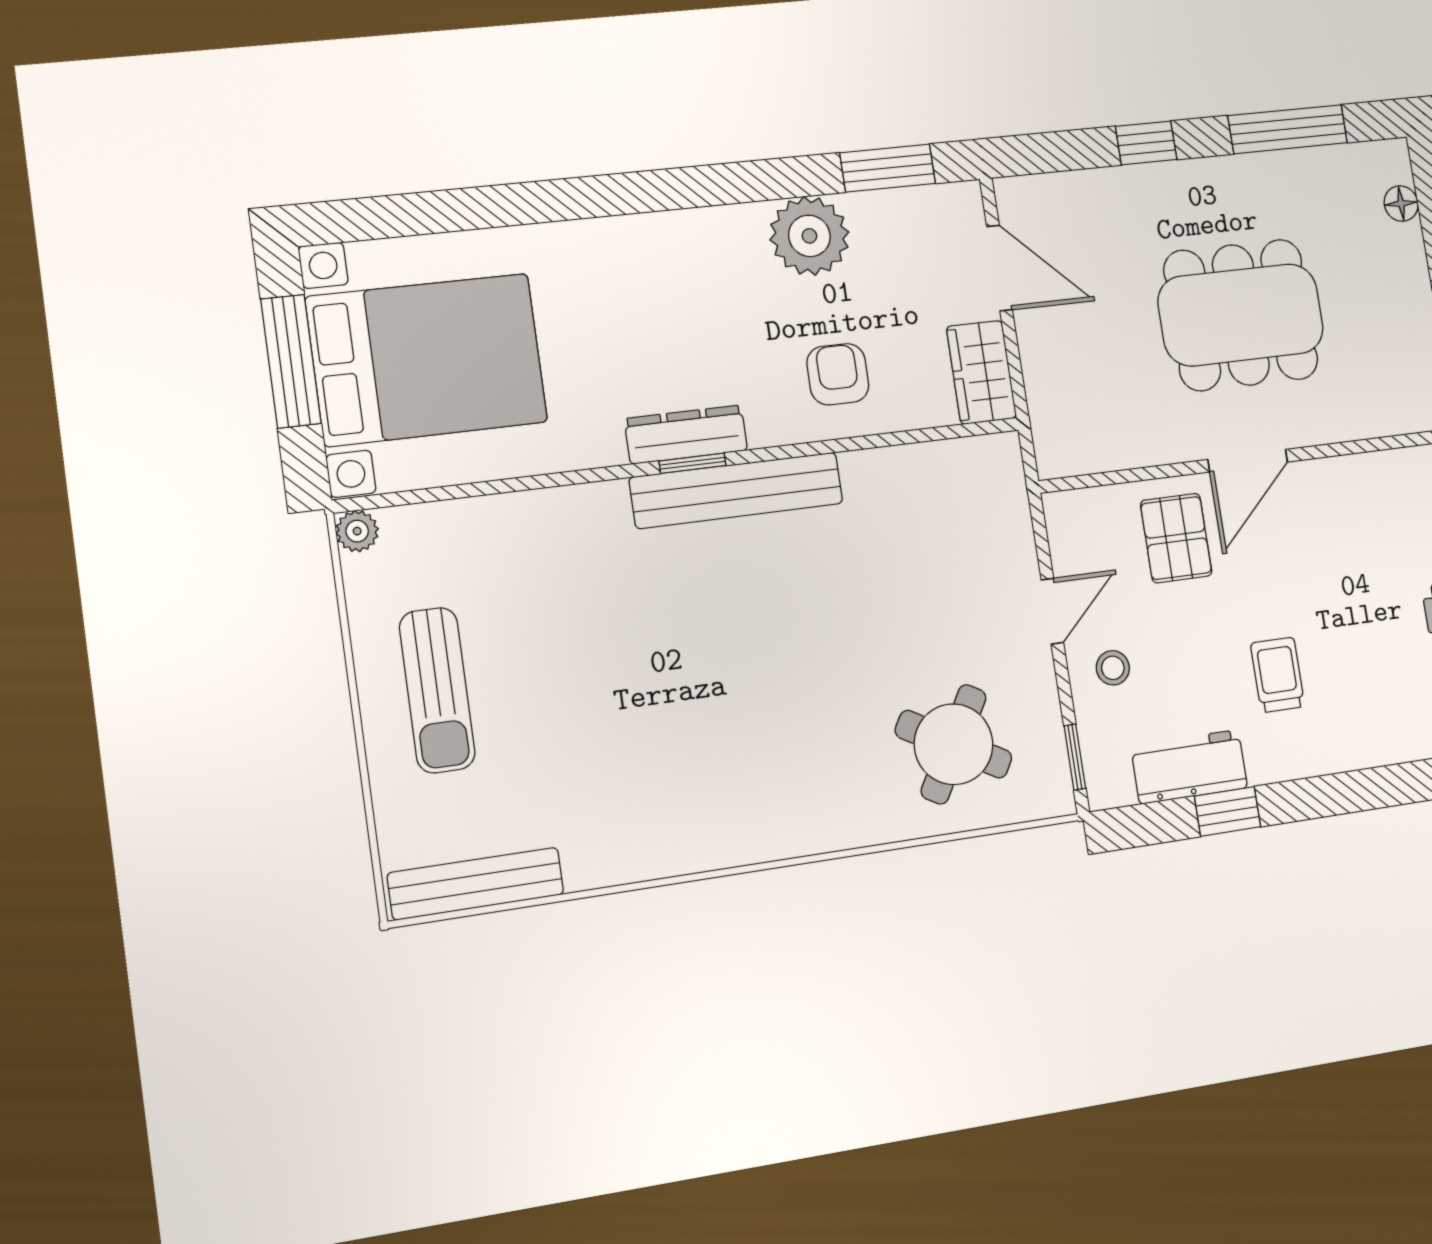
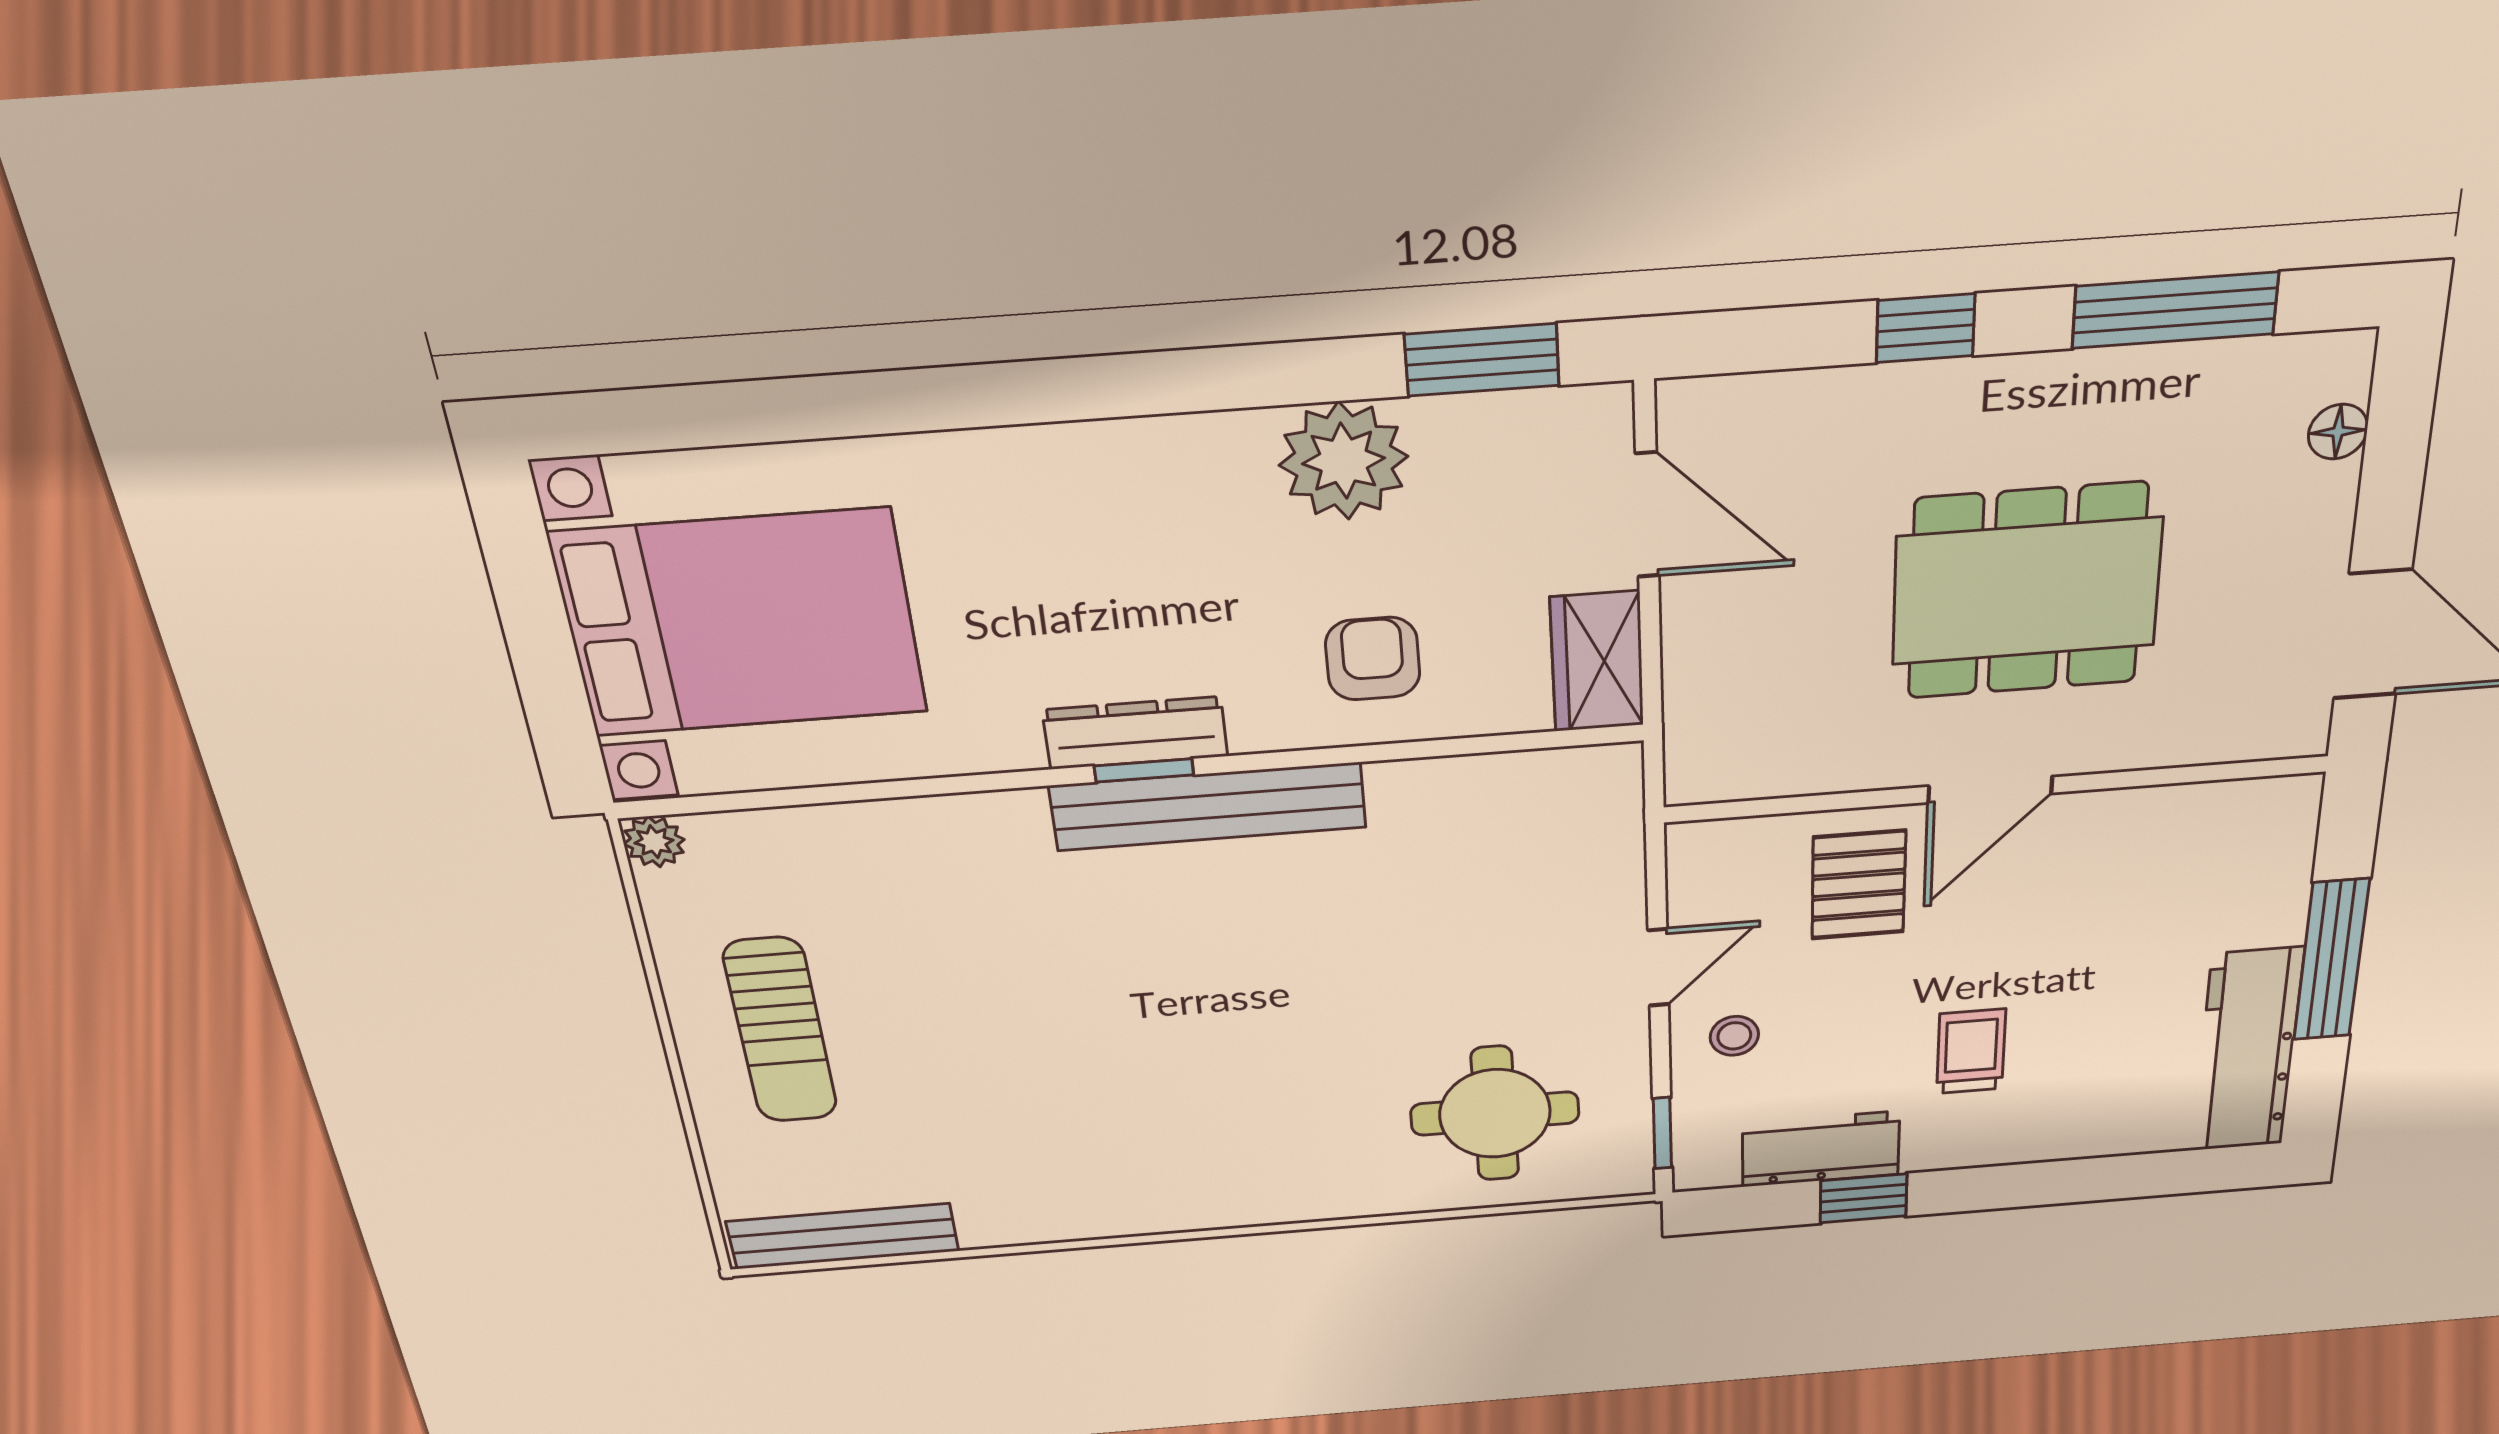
window: (291, 361) -> (535, 621), removed
round table: (954, 744) -> (1495, 1114), turned -30

